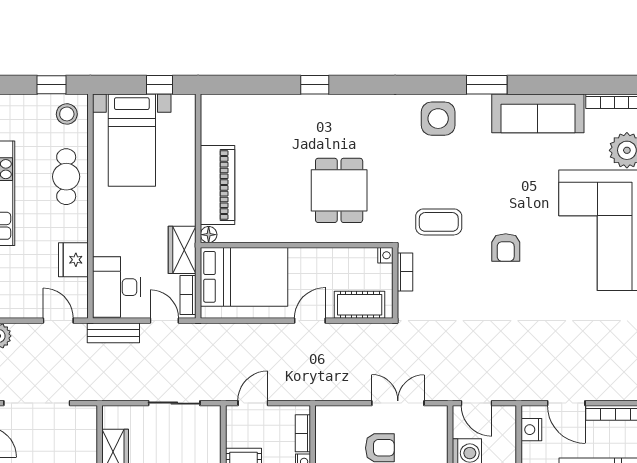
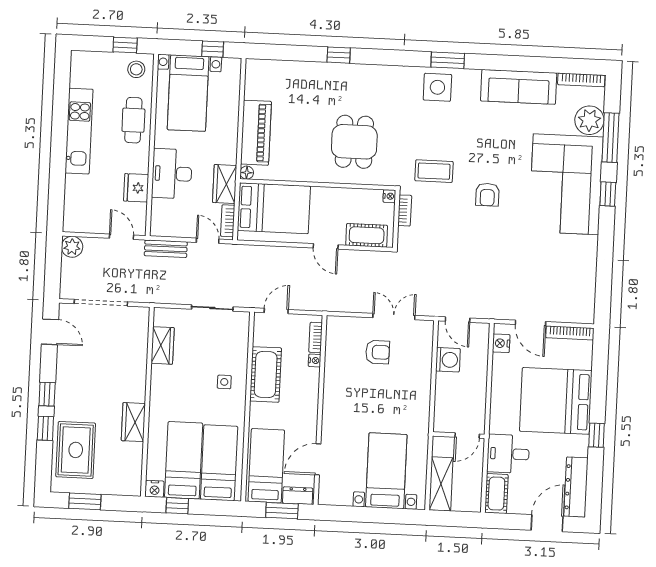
window: (487, 85) -> (448, 60), moved
desk: (117, 287) -> (172, 174), moved
door: (310, 321) -> (326, 246), swing flipped

